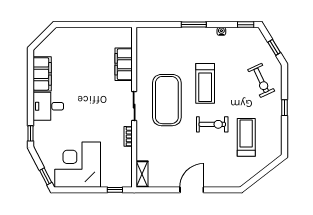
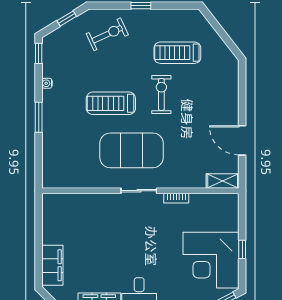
filing cabinet: (124, 64) -> (52, 265), moved, turned -90
treadmill: (205, 83) -> (111, 103), turned 180
window: (115, 190) -> (242, 249), moved
door: (192, 190) -> (242, 140), moved

